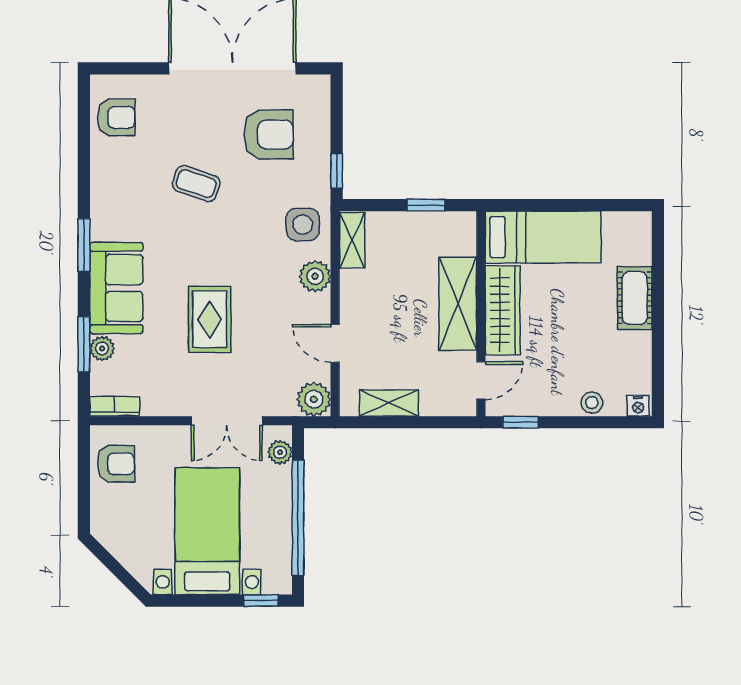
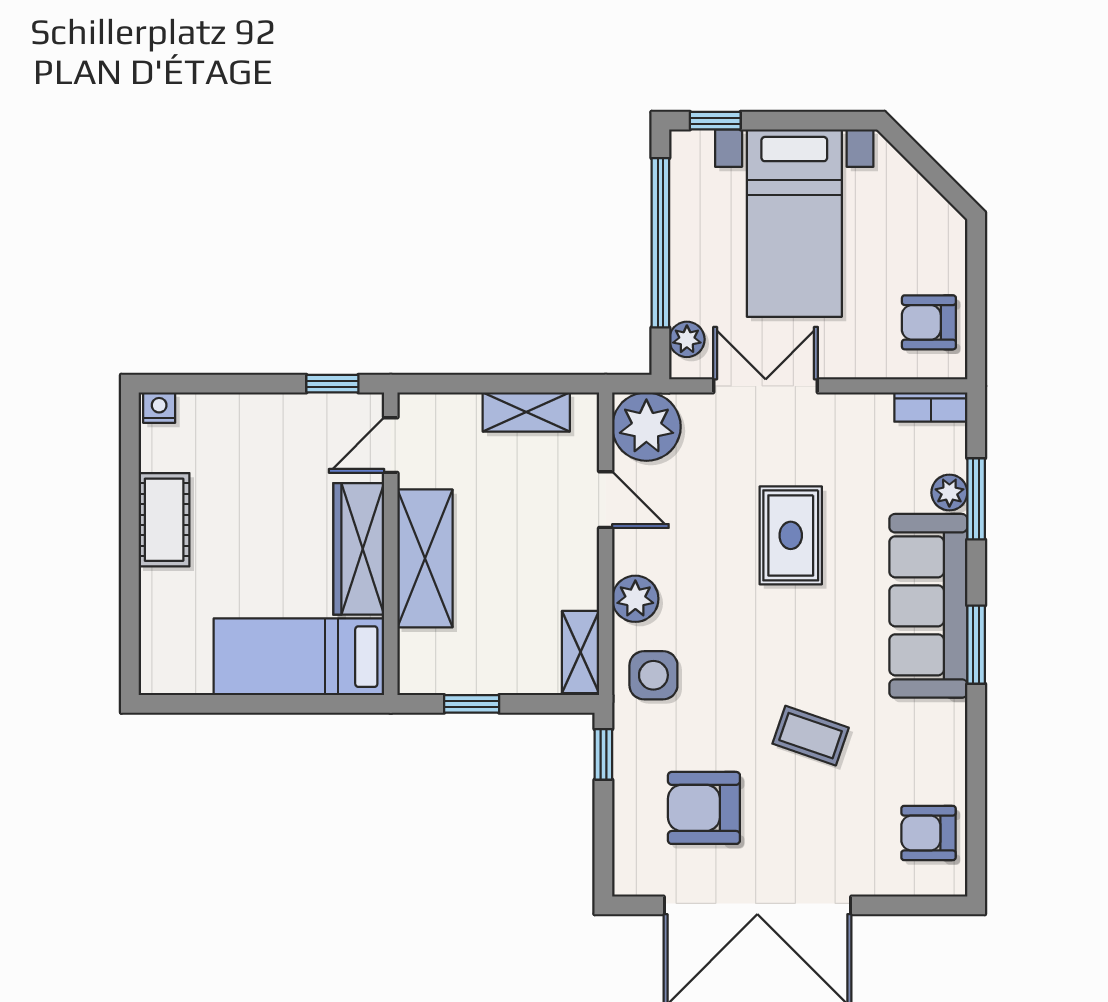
sofa: (116, 288) -> (928, 606), width x1.36
cot: (635, 298) -> (164, 520), moved
plant: (314, 399) -> (646, 427), width x1.36, depth x1.36
stool: (592, 403) -> (227, 413), removed

